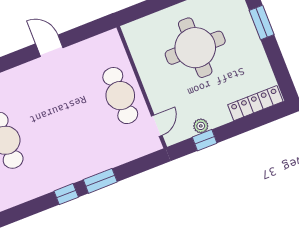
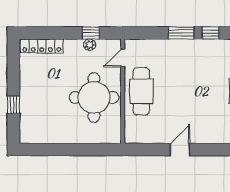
window: (262, 22) -> (13, 105), width x0.67
door: (49, 46) -> (180, 150), swing flipped
round table: (195, 48) -> (94, 97), moved

